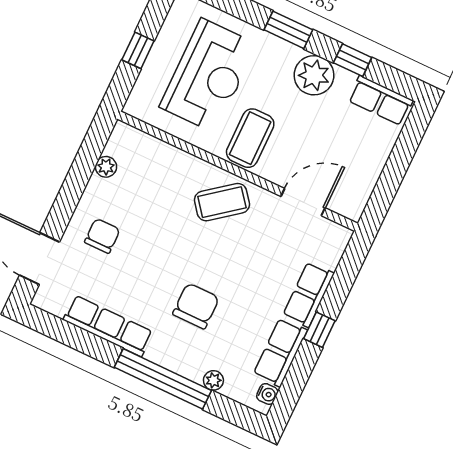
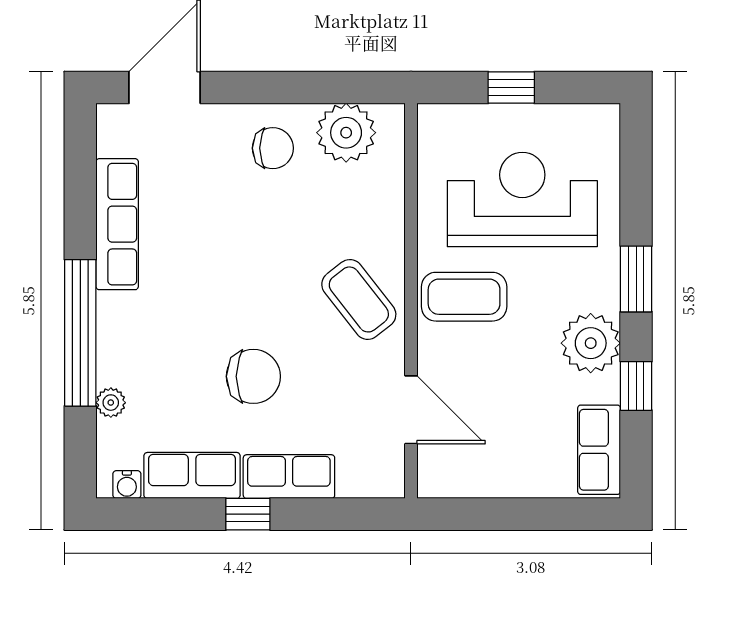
reception desk: (208, 76) -> (522, 199), turned 180
plant: (106, 167) -> (346, 133), width x1.88, depth x1.88
chair: (102, 236) -> (273, 148), moved
chair: (196, 306) -> (253, 376), moved

